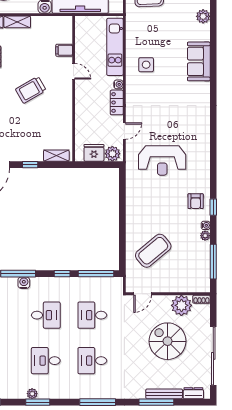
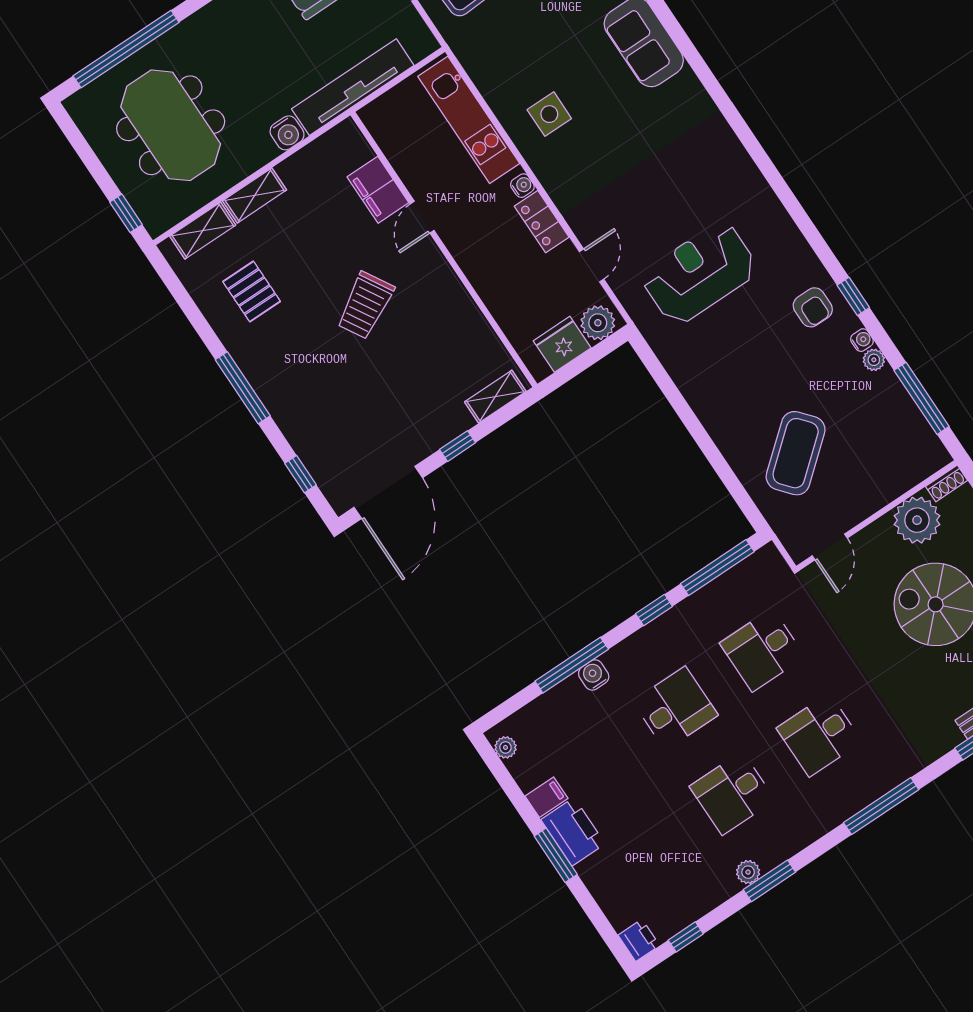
filing cabinet: (64, 50) -> (378, 190), width x2.00
door: (74, 71) -> (422, 217), swing flipped
reception desk: (162, 161) -> (700, 273), turned 180

